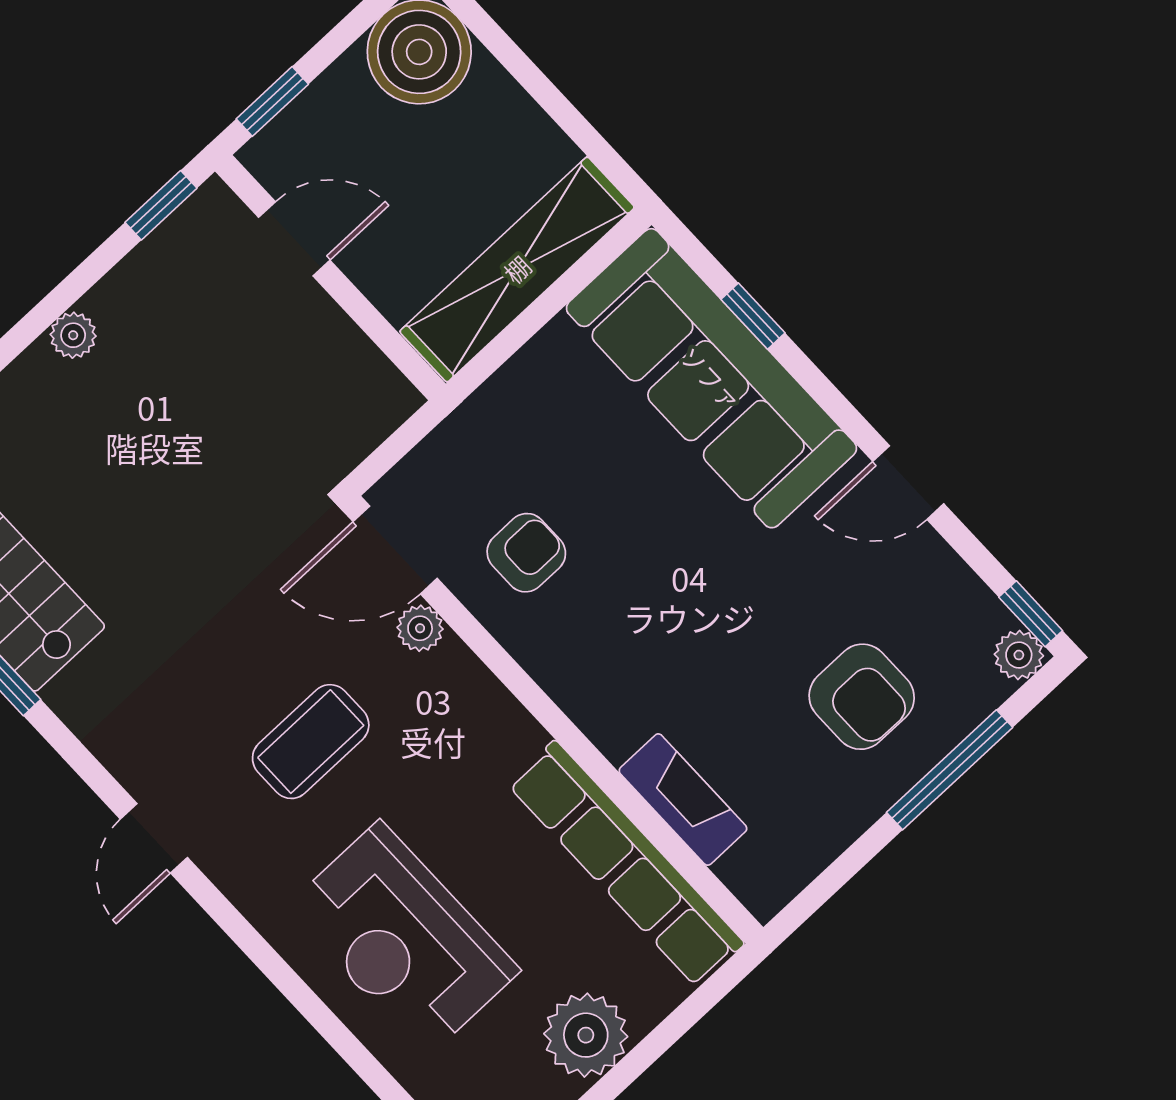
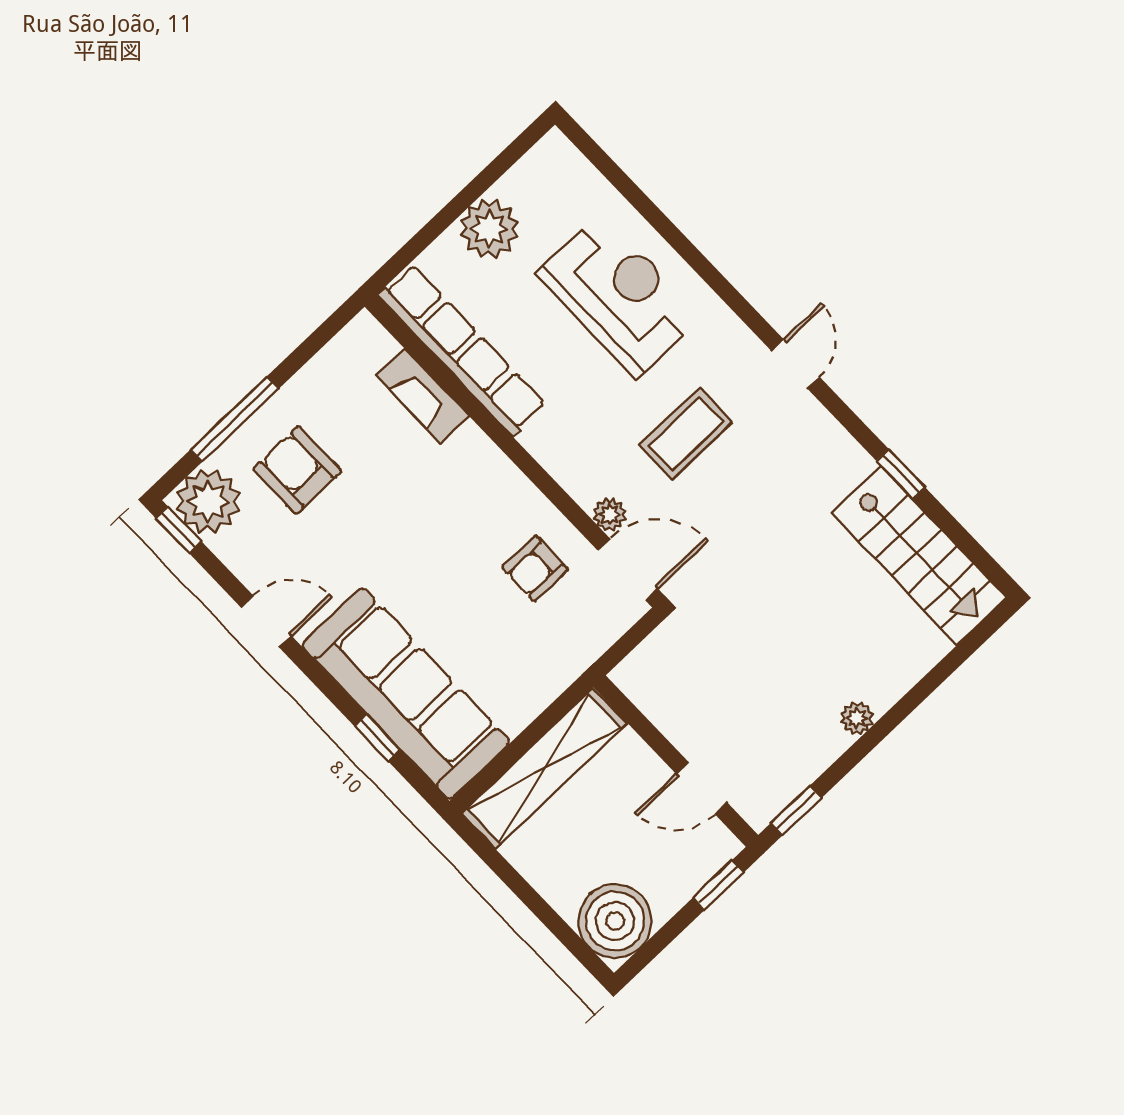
plant: (1019, 655) -> (208, 501), width x1.88, depth x1.88

